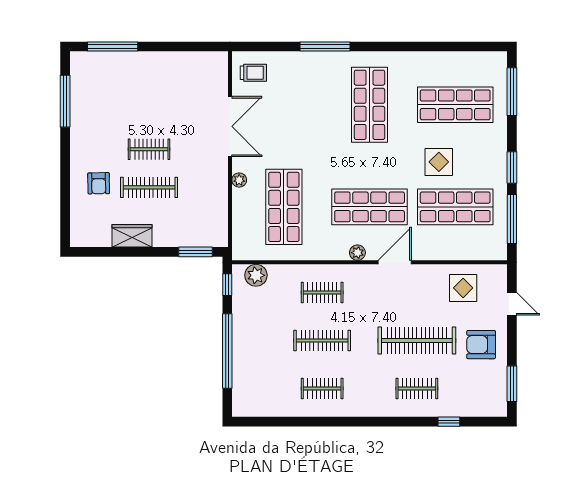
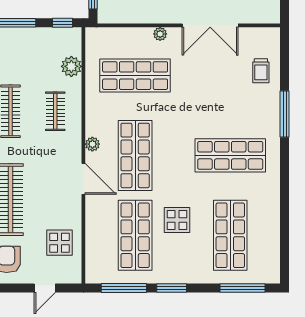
trolley: (253, 73) -> (261, 71), moved
plant: (256, 275) -> (71, 66), moved

